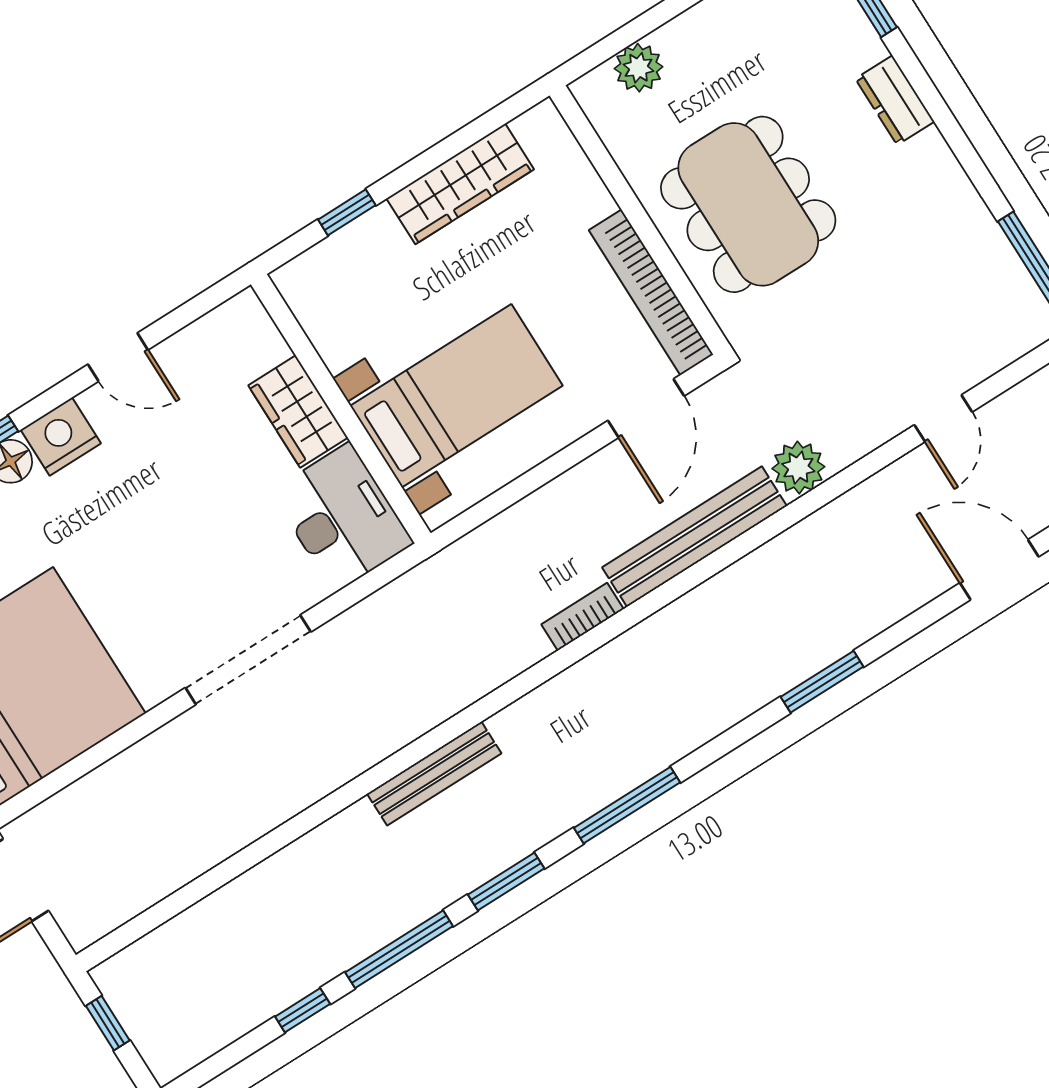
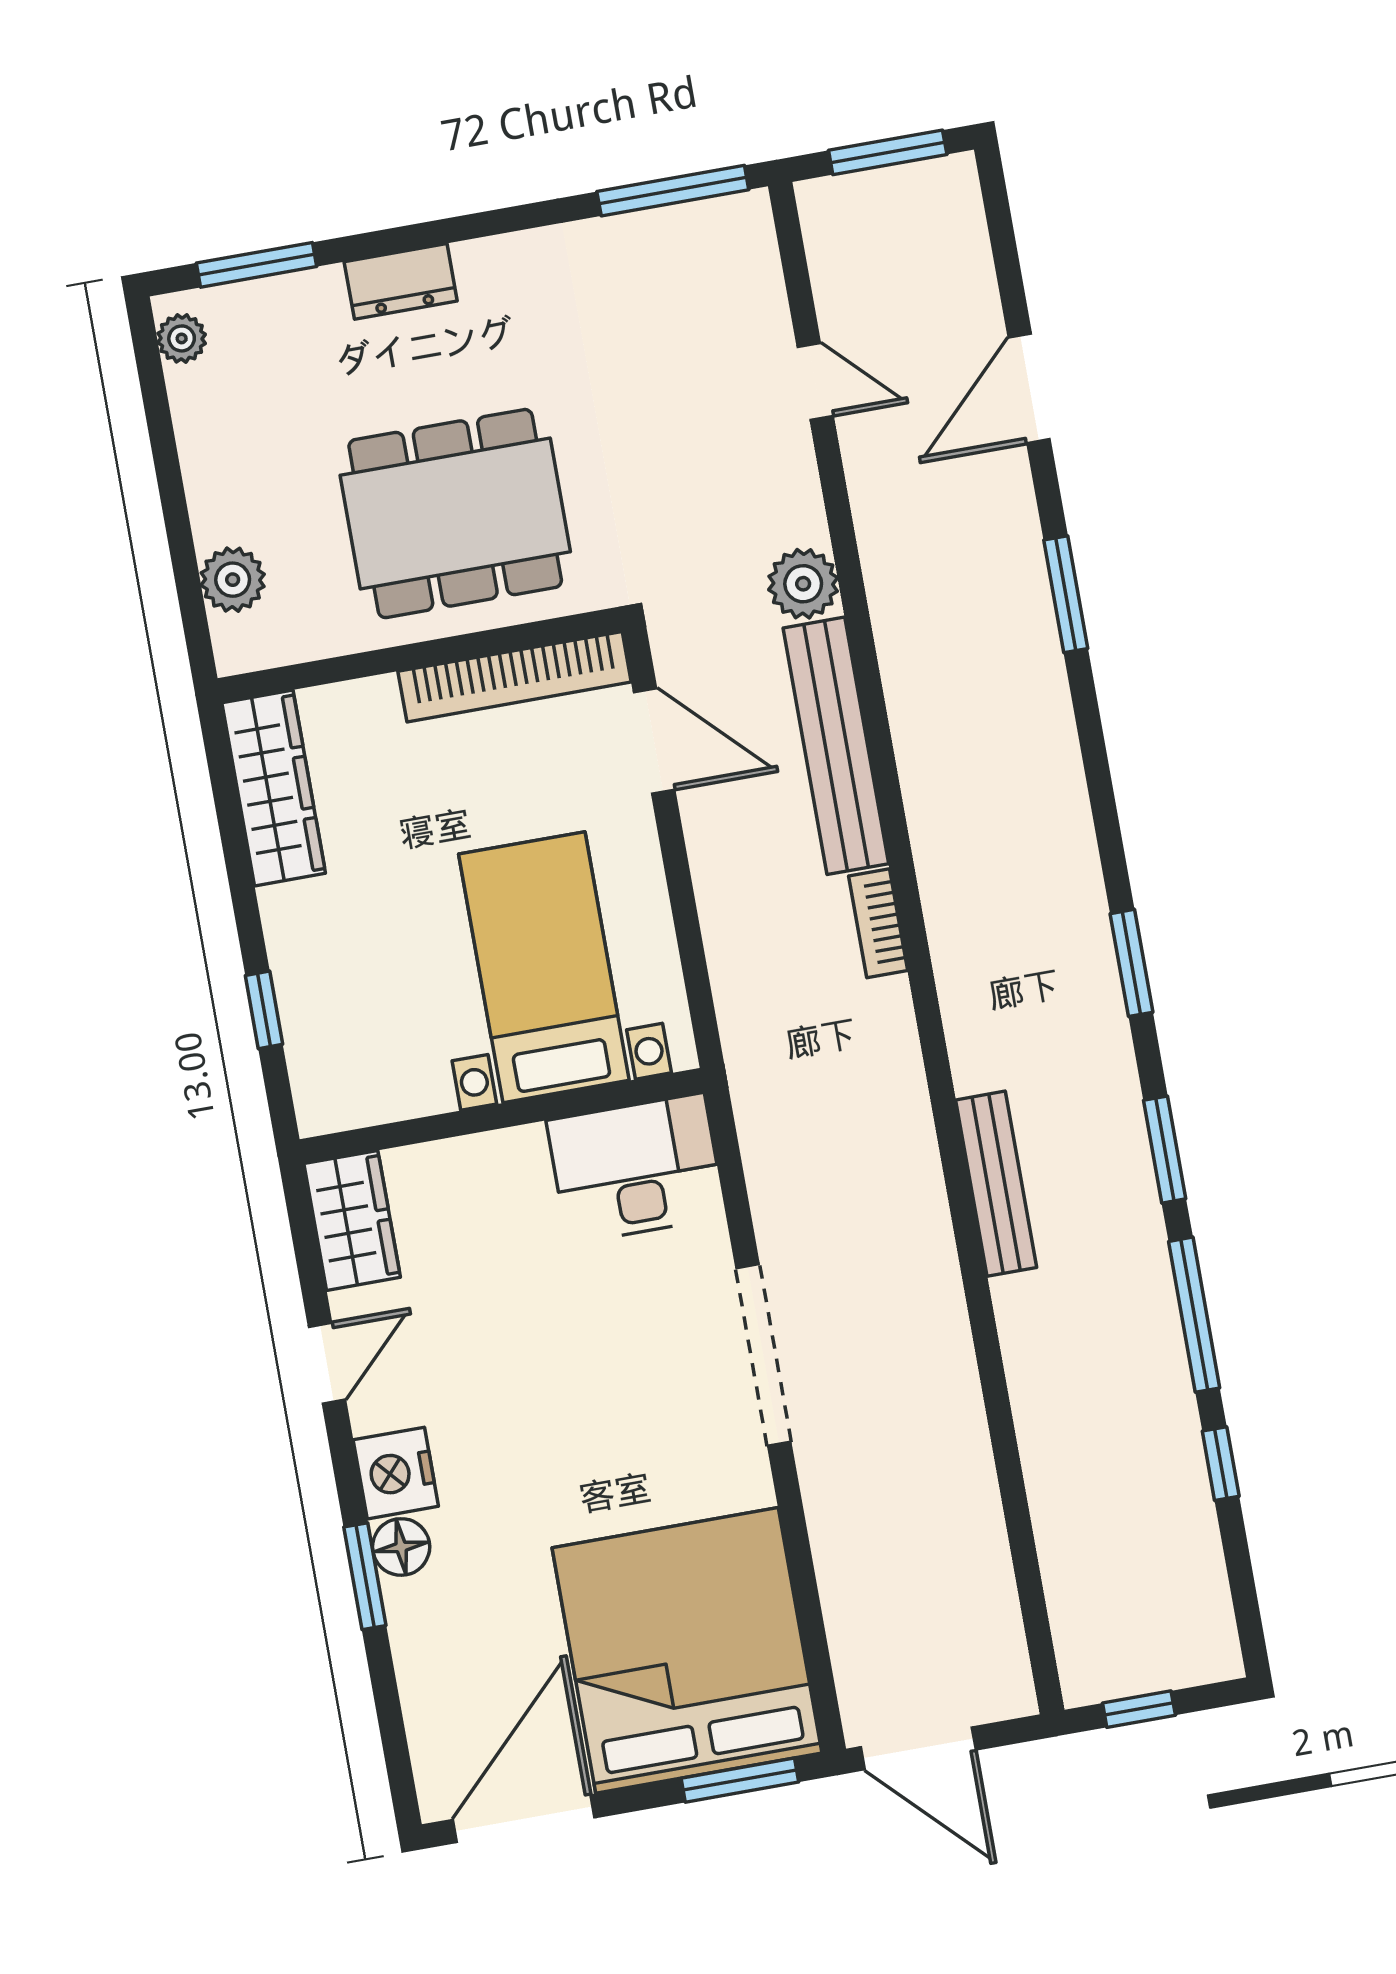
wardrobe: (460, 184) -> (274, 788), moved
wardrobe: (298, 411) -> (352, 1220), moved, turned -90
window: (822, 682) -> (1066, 594), moved
window: (627, 805) -> (1131, 963), width x0.69

